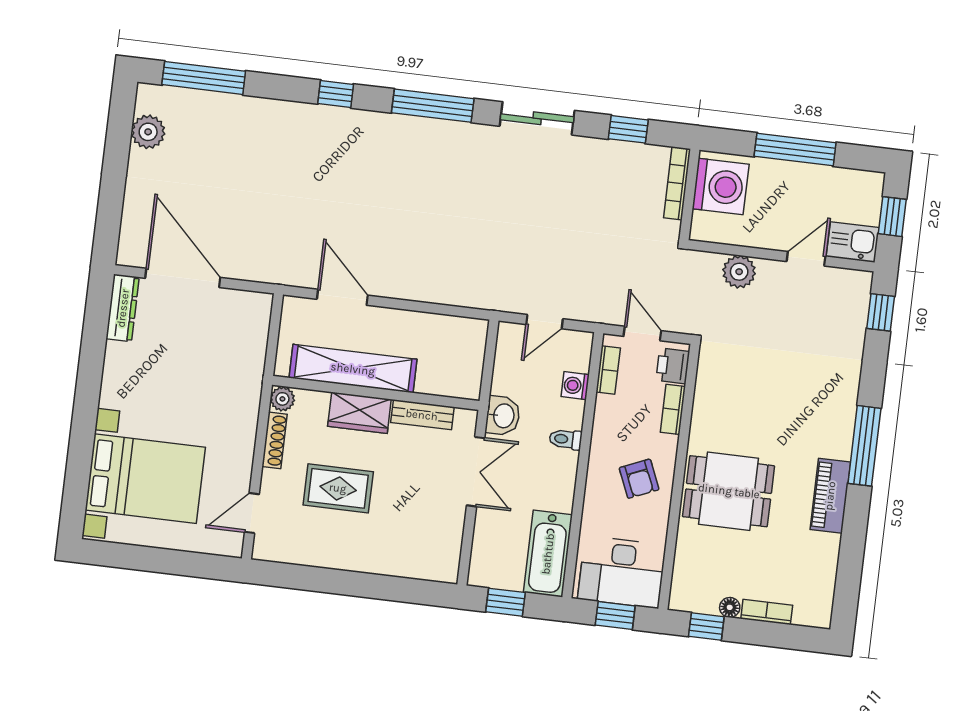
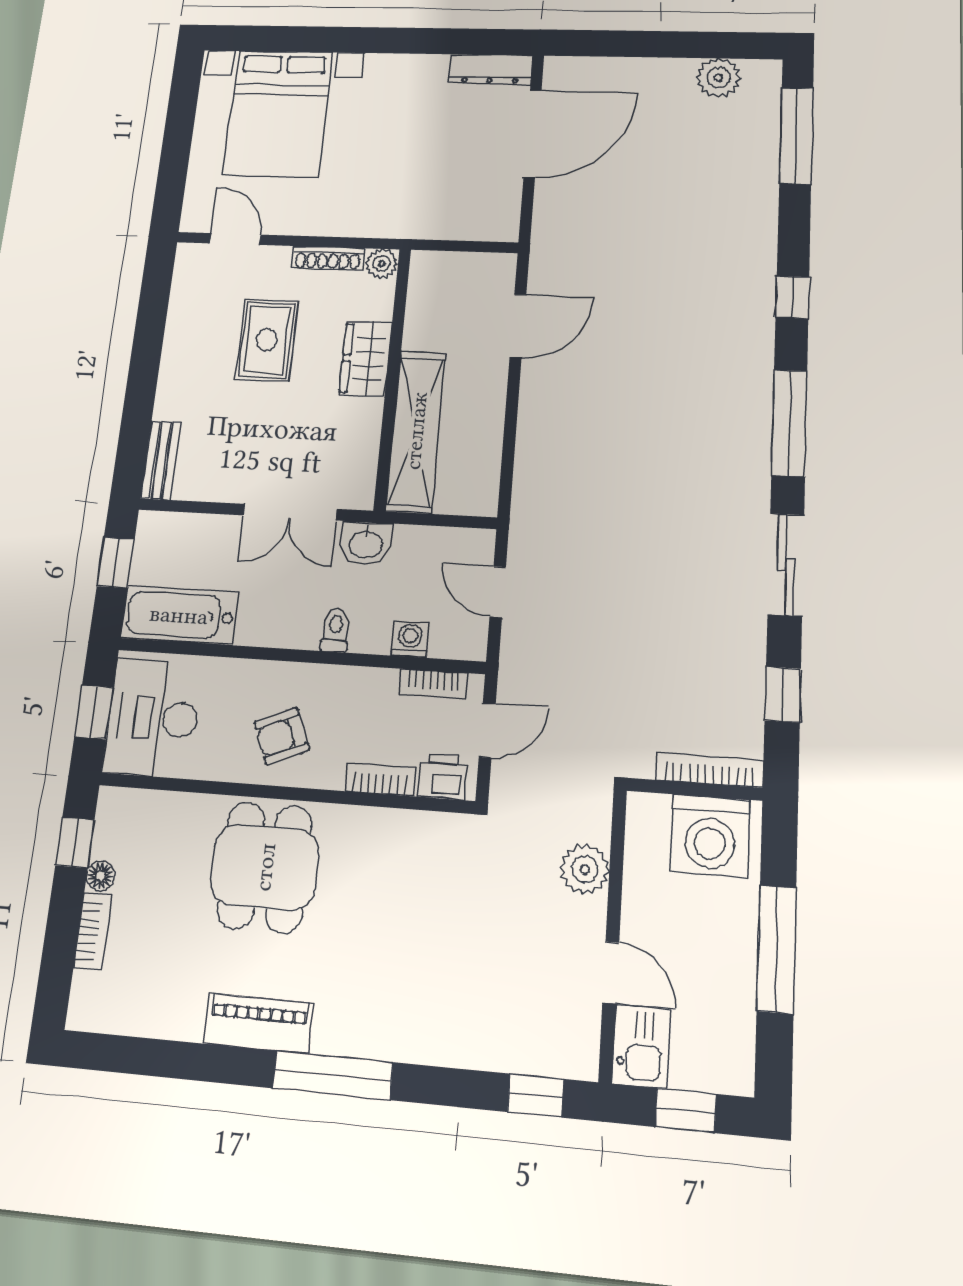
shelving: (353, 369) -> (416, 431), moved
bench: (422, 415) -> (161, 460), moved

